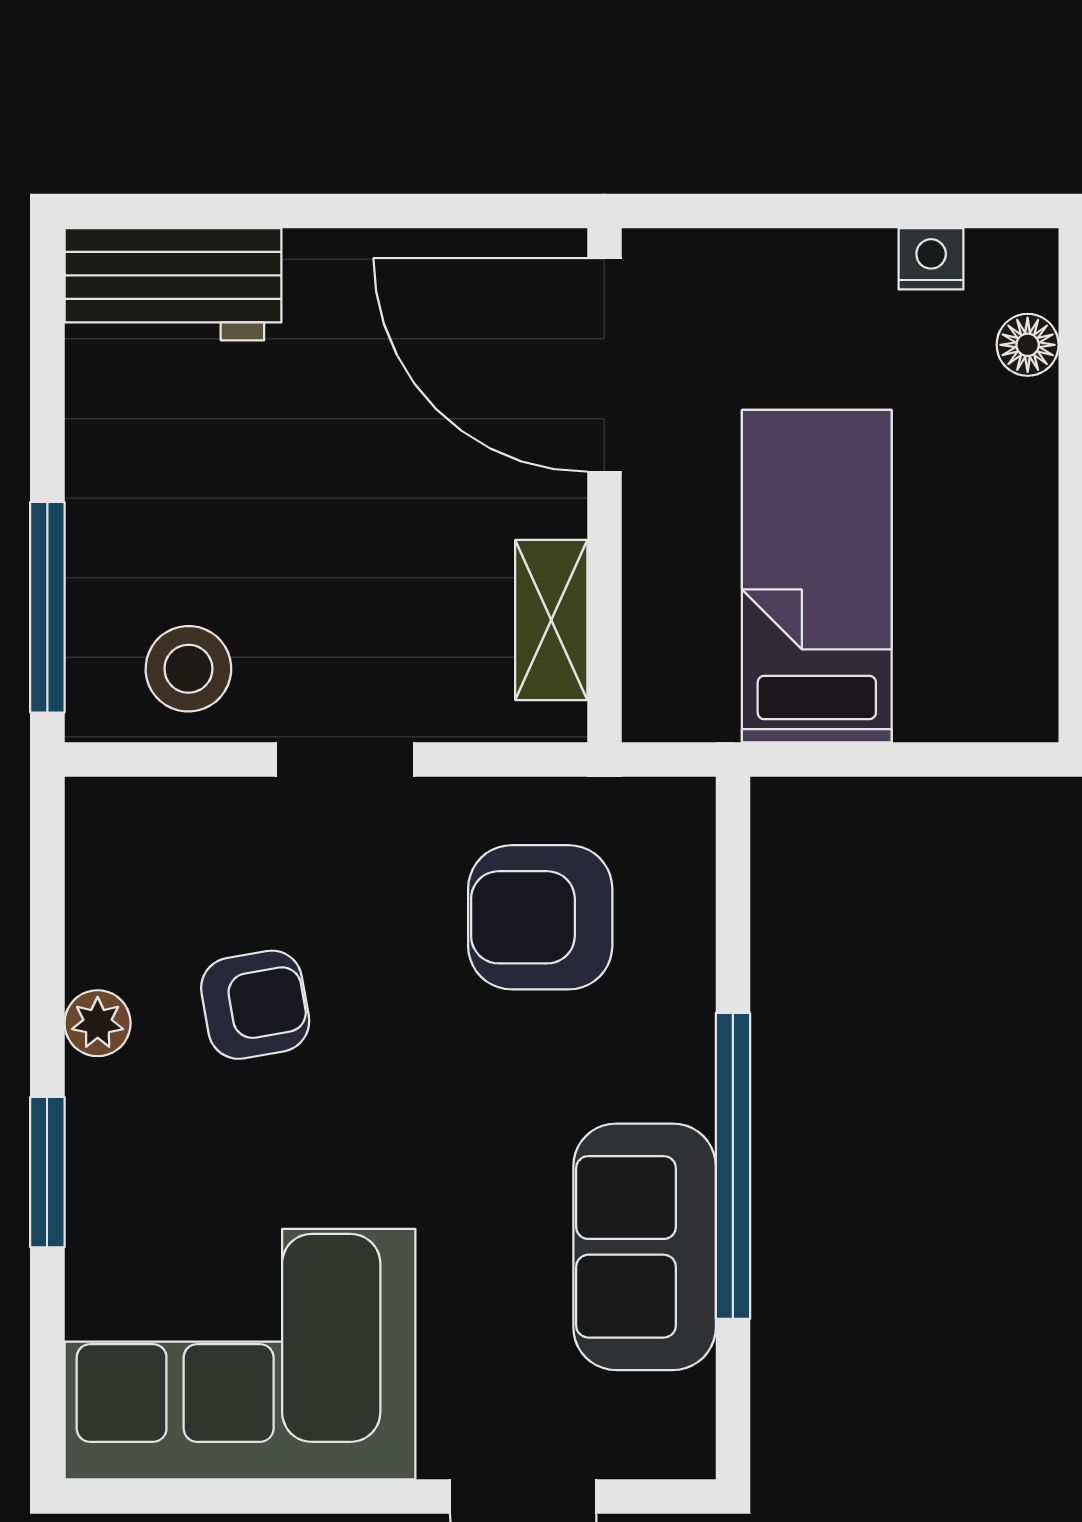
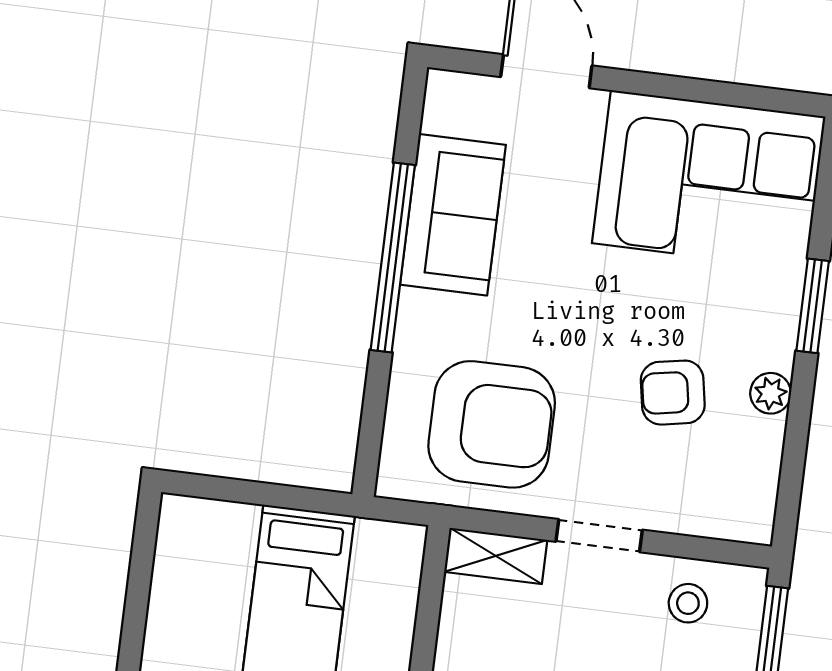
shelving: (551, 620) -> (496, 556), moved, turned 90
stool: (188, 669) -> (688, 603), width x0.73, depth x0.73
armchair: (540, 917) -> (492, 424), width x1.36, depth x1.36

